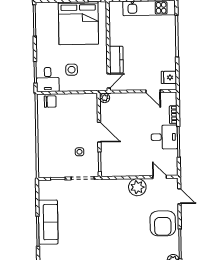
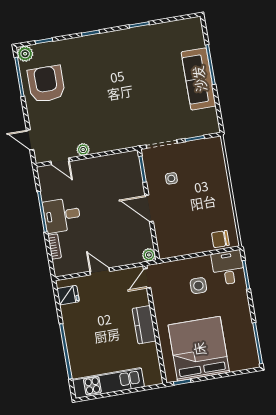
kitchen counter: (116, 60) -> (144, 325), moved
door: (153, 91) -> (100, 271), moved
plant: (137, 187) -> (83, 150), width x0.53, depth x0.53
armchair: (163, 223) -> (46, 84), moved

